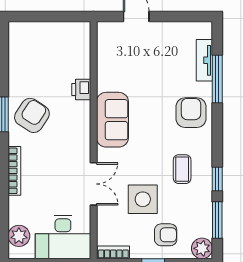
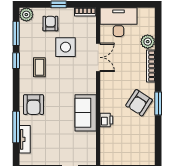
sofa: (112, 120) -> (86, 113), moved
double door: (94, 184) -> (98, 57), swing flipped
armchair: (166, 235) -> (50, 24), turned 90
plant: (19, 236) -> (148, 42), moved

